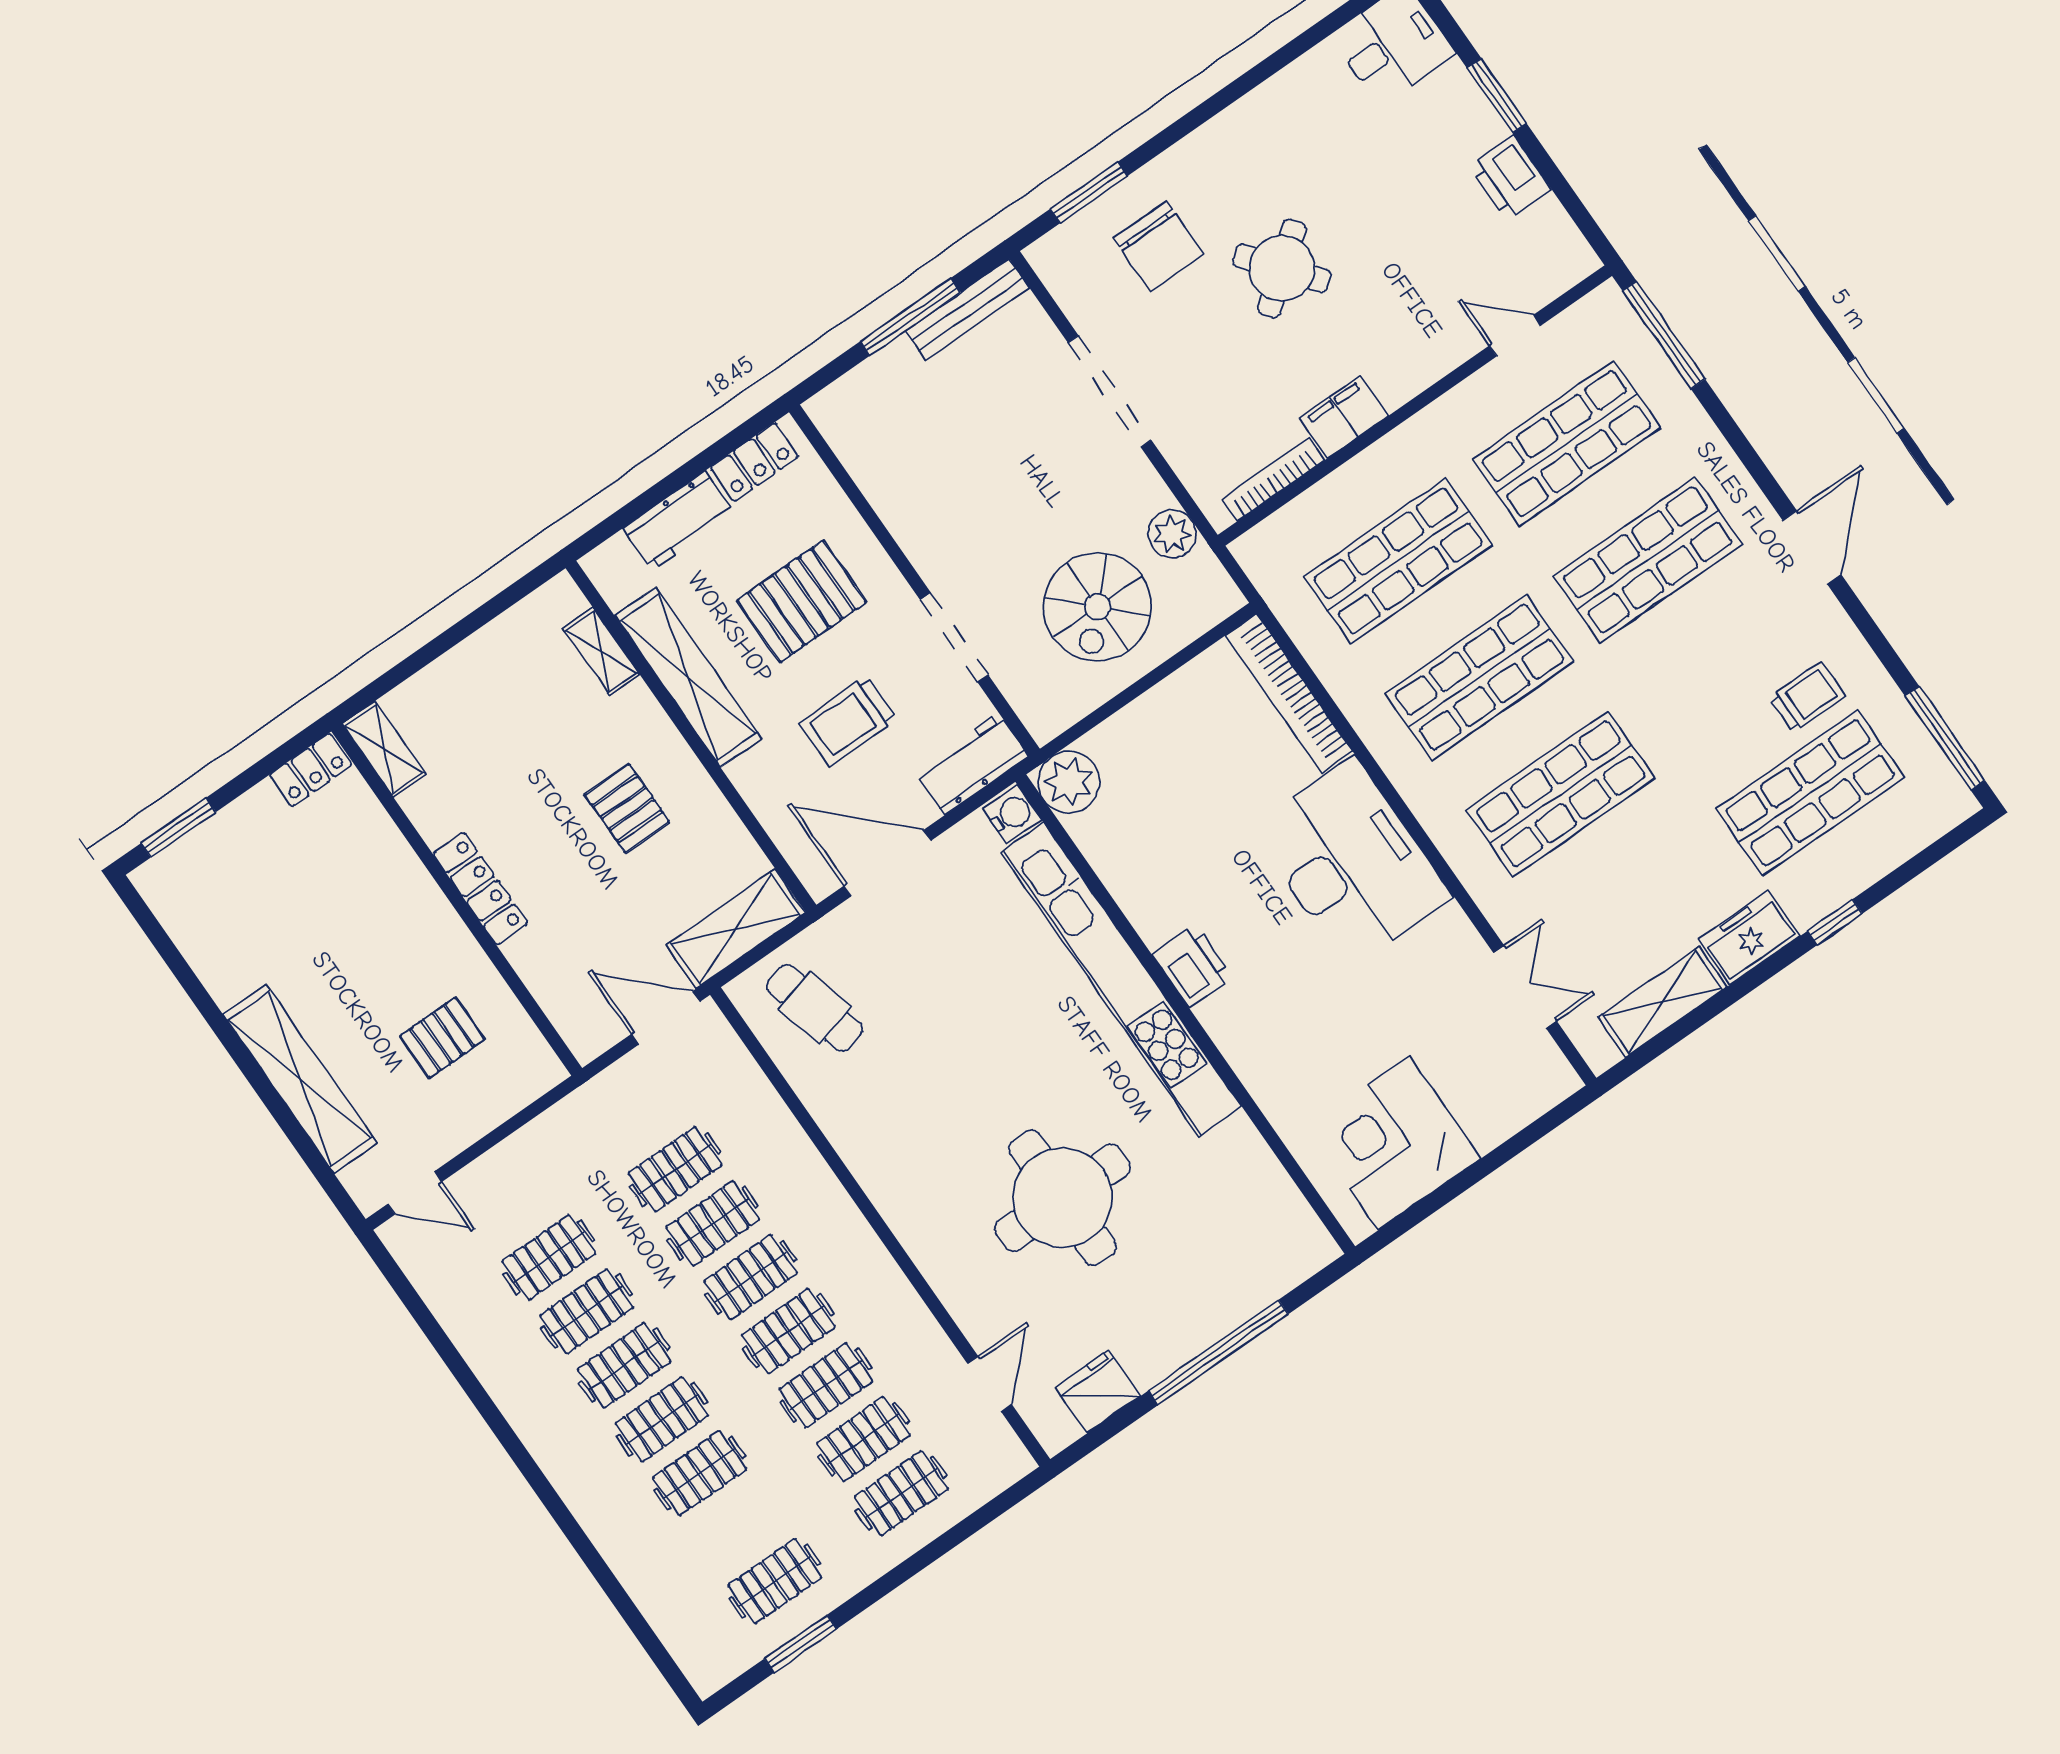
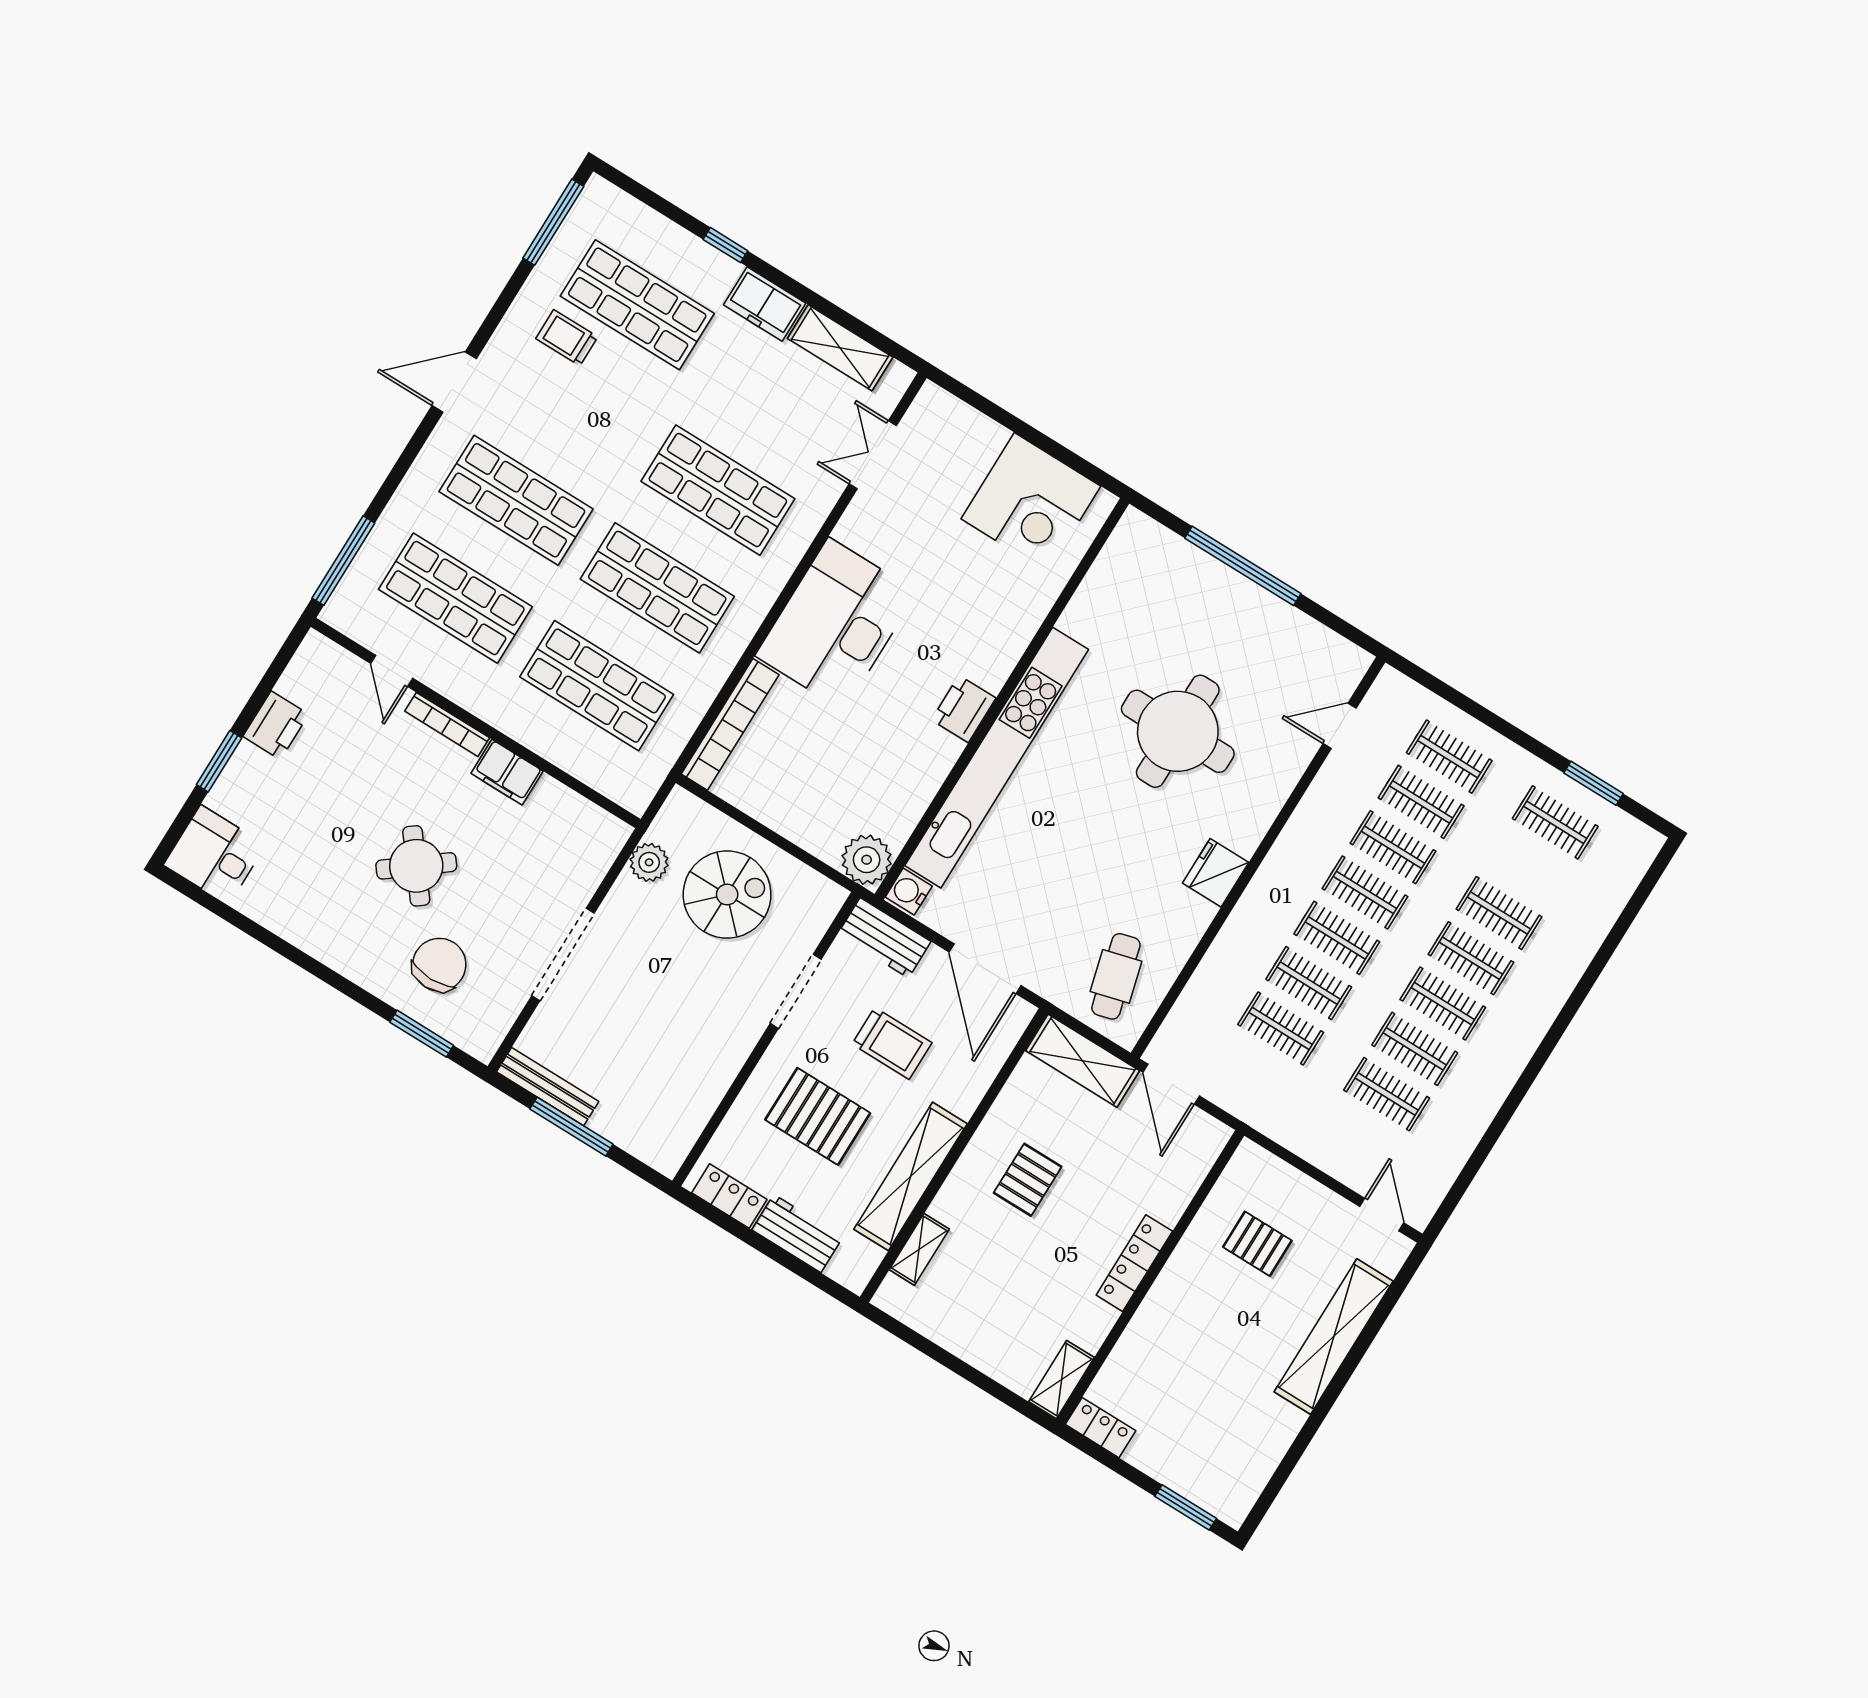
bookcase: (1273, 480) -> (447, 724), moved
fridge: (1098, 1392) -> (1216, 873), moved, turned 90

